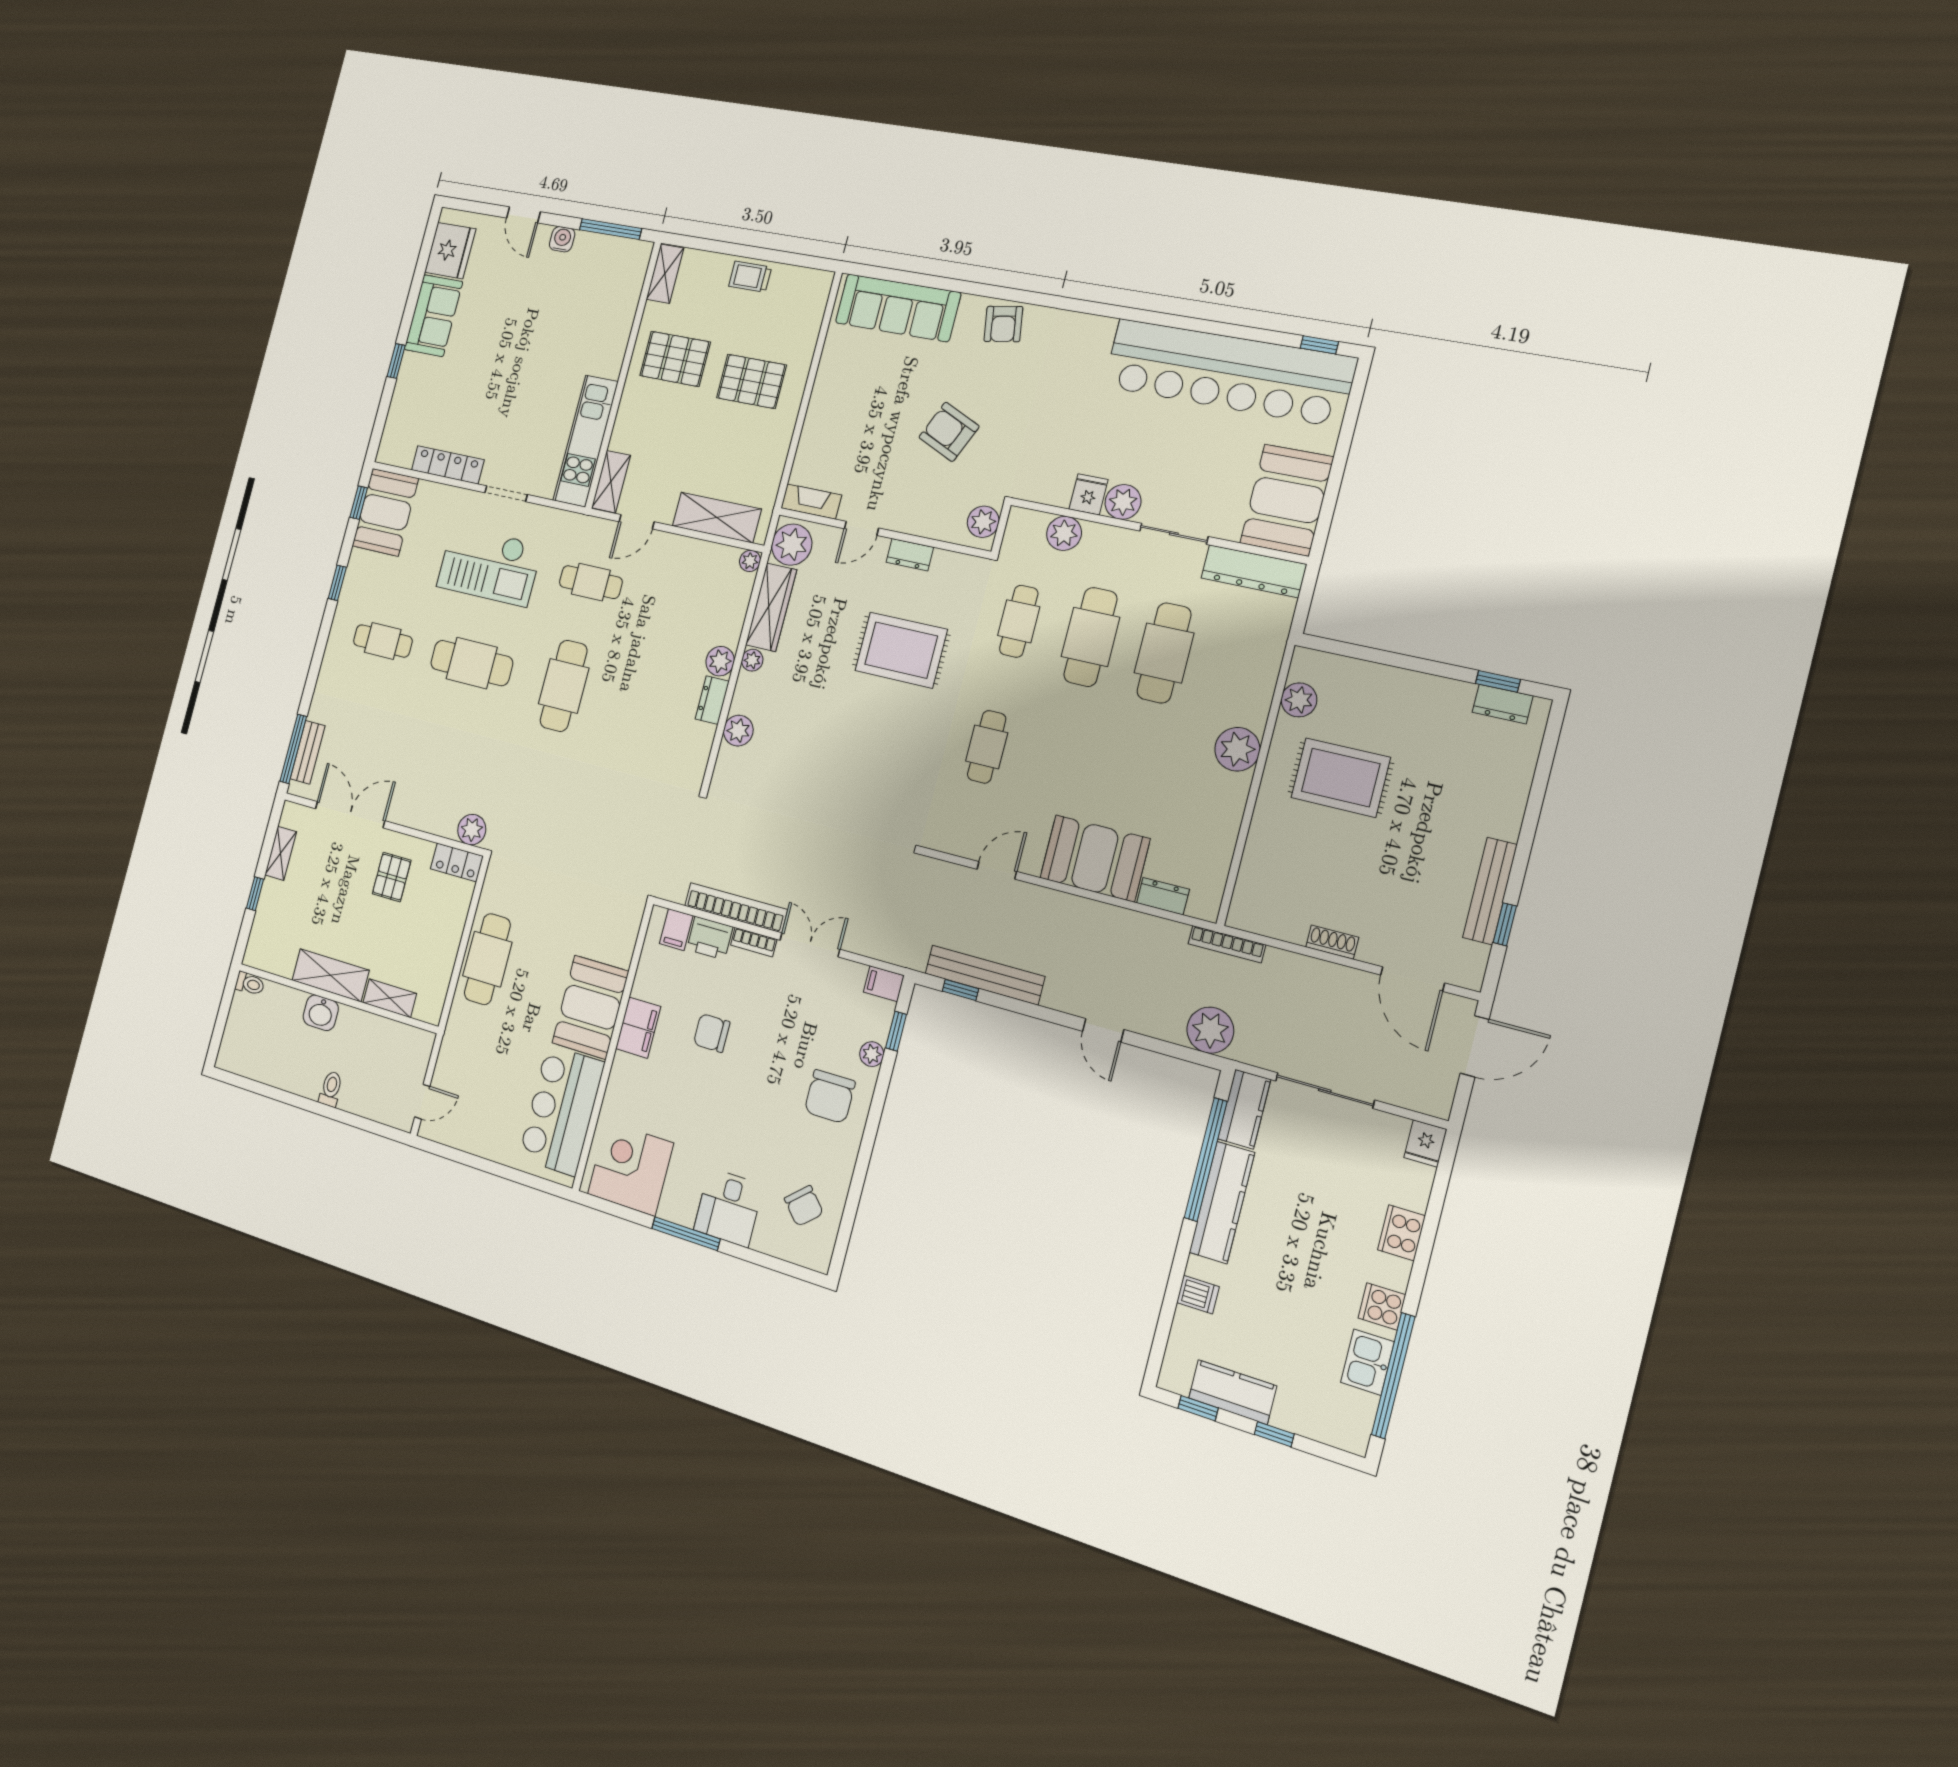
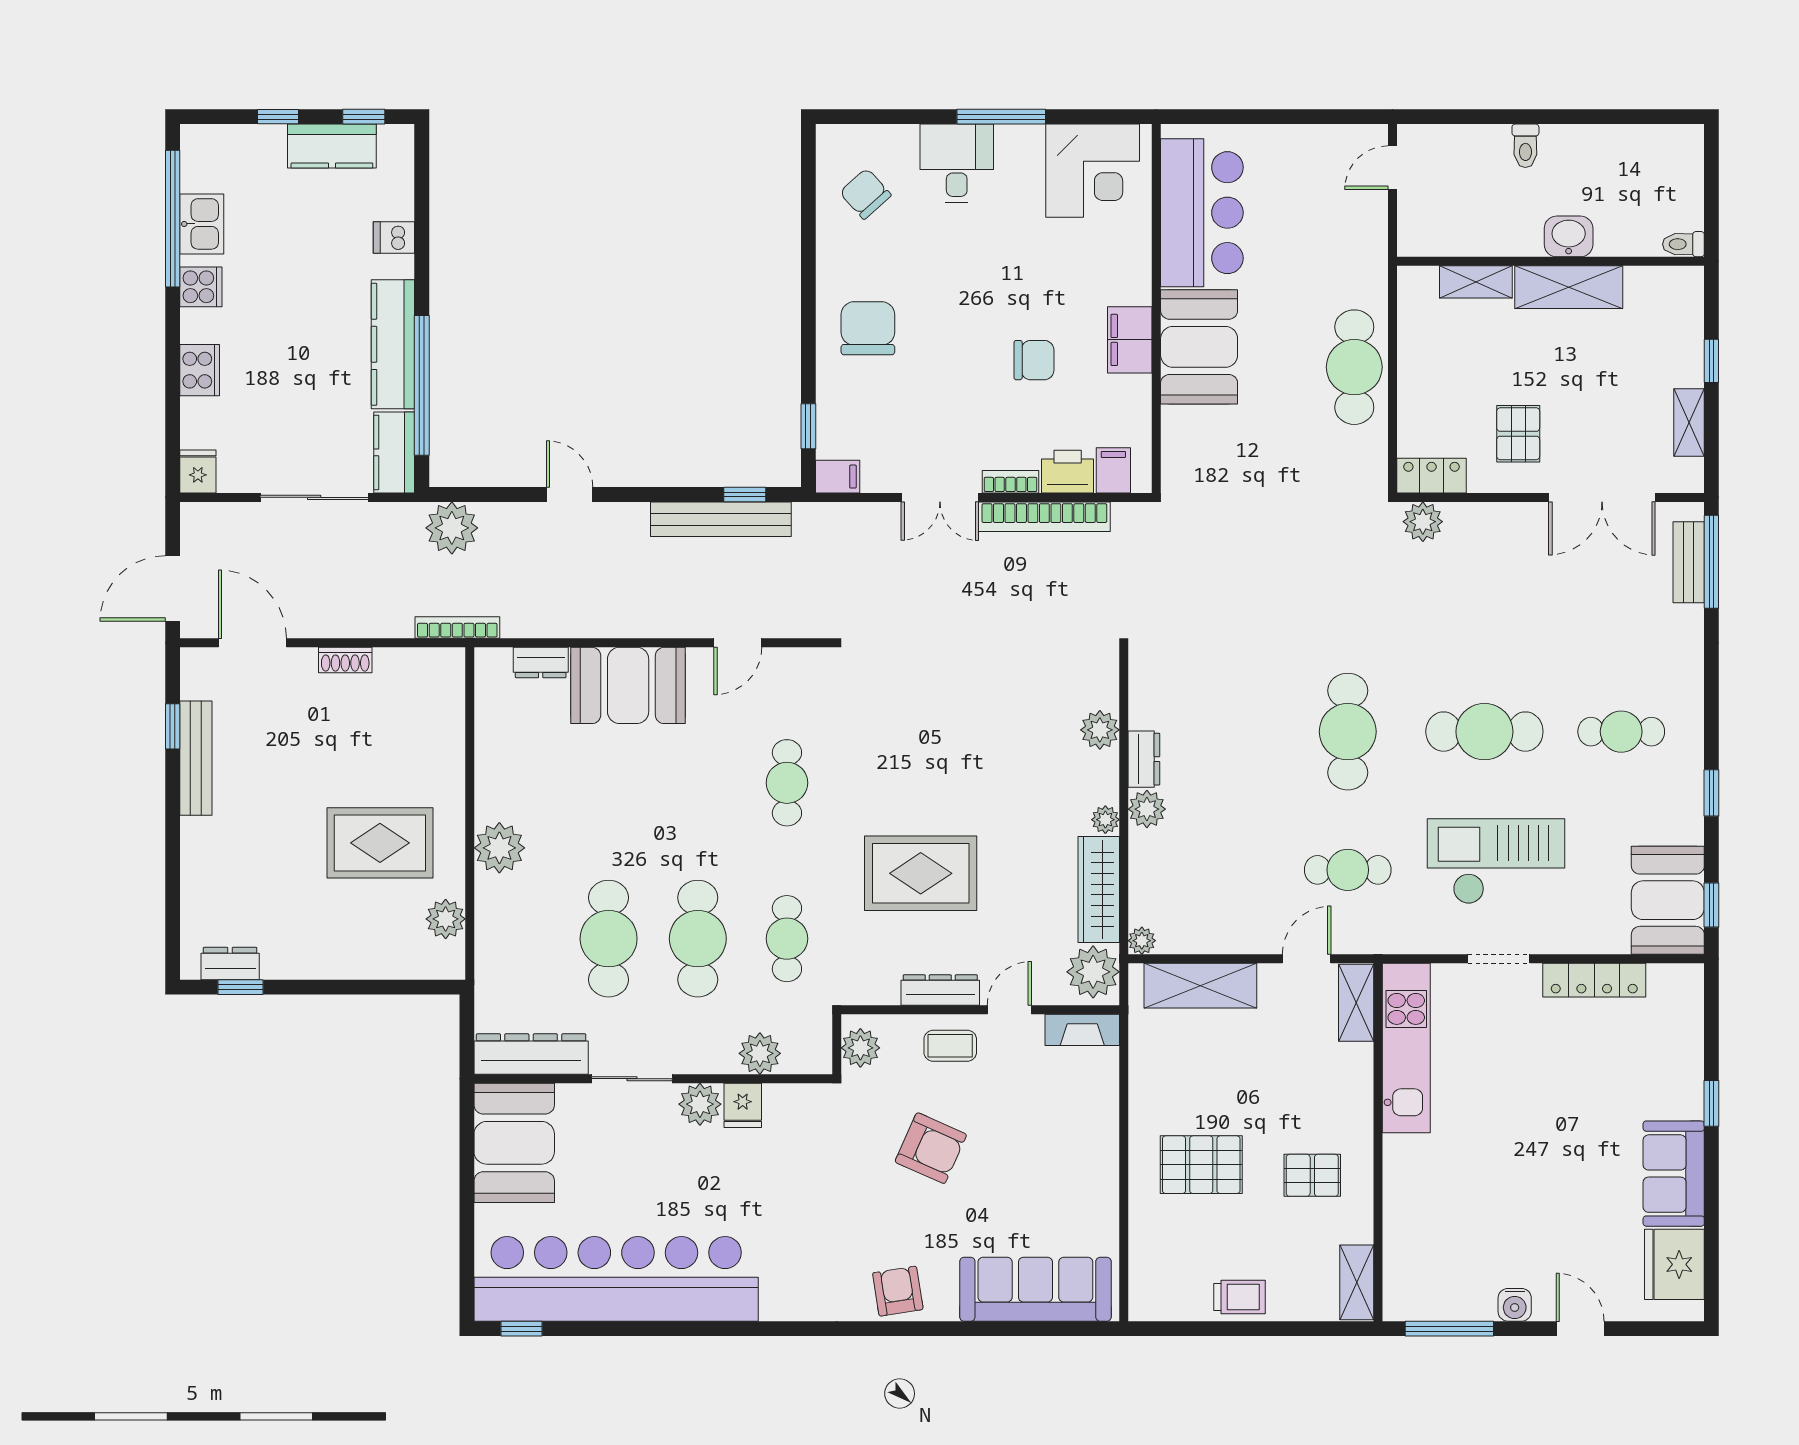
pallet: (675, 359) -> (1312, 1175), width x0.67, depth x0.71
coffee table: (913, 509) -> (950, 1046), added
dresser: (910, 555) -> (940, 990), width x1.44
plant: (872, 1054) -> (830, 392), removed

